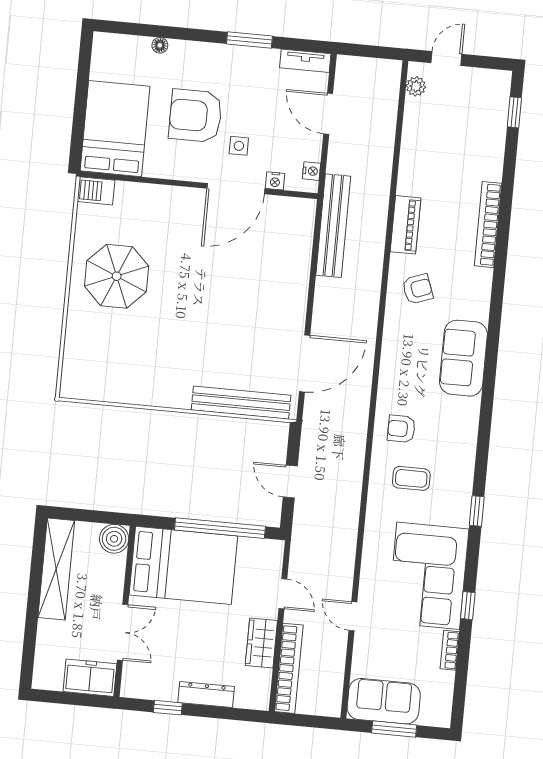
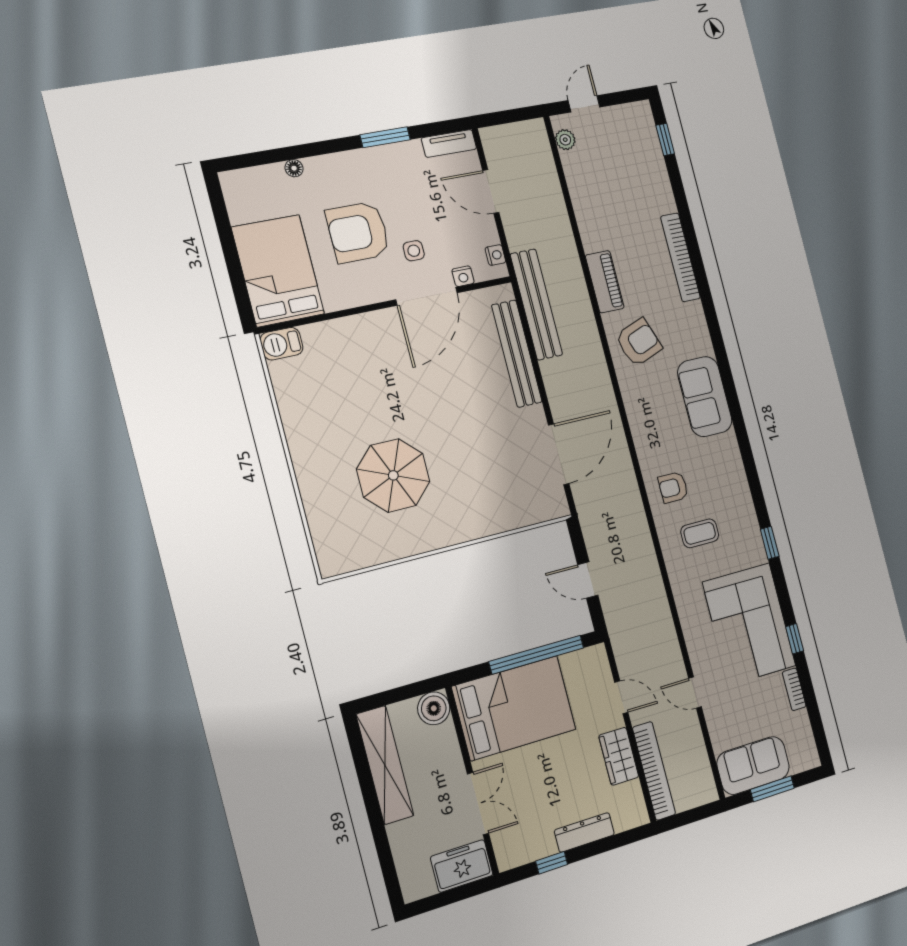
parasol: (117, 276) -> (393, 475), moved
armchair: (418, 289) -> (639, 342), width x1.38, depth x1.38
bench: (241, 403) -> (517, 354), moved, turned 90

